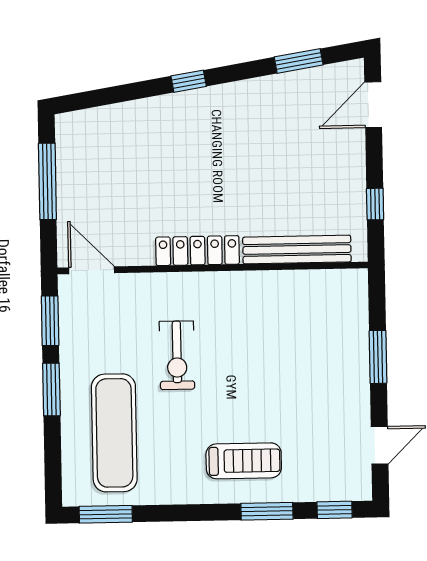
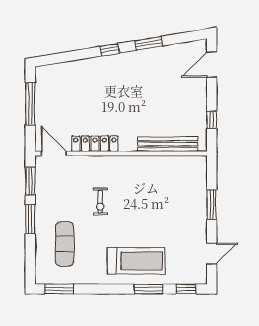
window: (299, 61) -> (149, 43), moved
locker: (198, 251) -> (95, 144), moved
exercise bike: (177, 355) -> (100, 202), width x0.73, depth x0.72
exercise mat: (114, 433) -> (65, 244), width x0.73, depth x0.69
treadmill: (244, 461) -> (136, 261), width x1.37, depth x1.38

